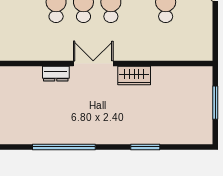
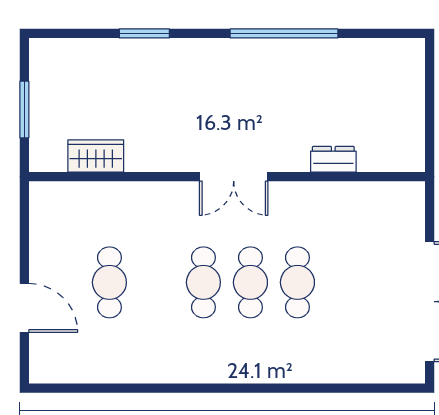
dresser: (56, 74) -> (333, 159), moved
wardrobe: (134, 76) -> (96, 156), moved

